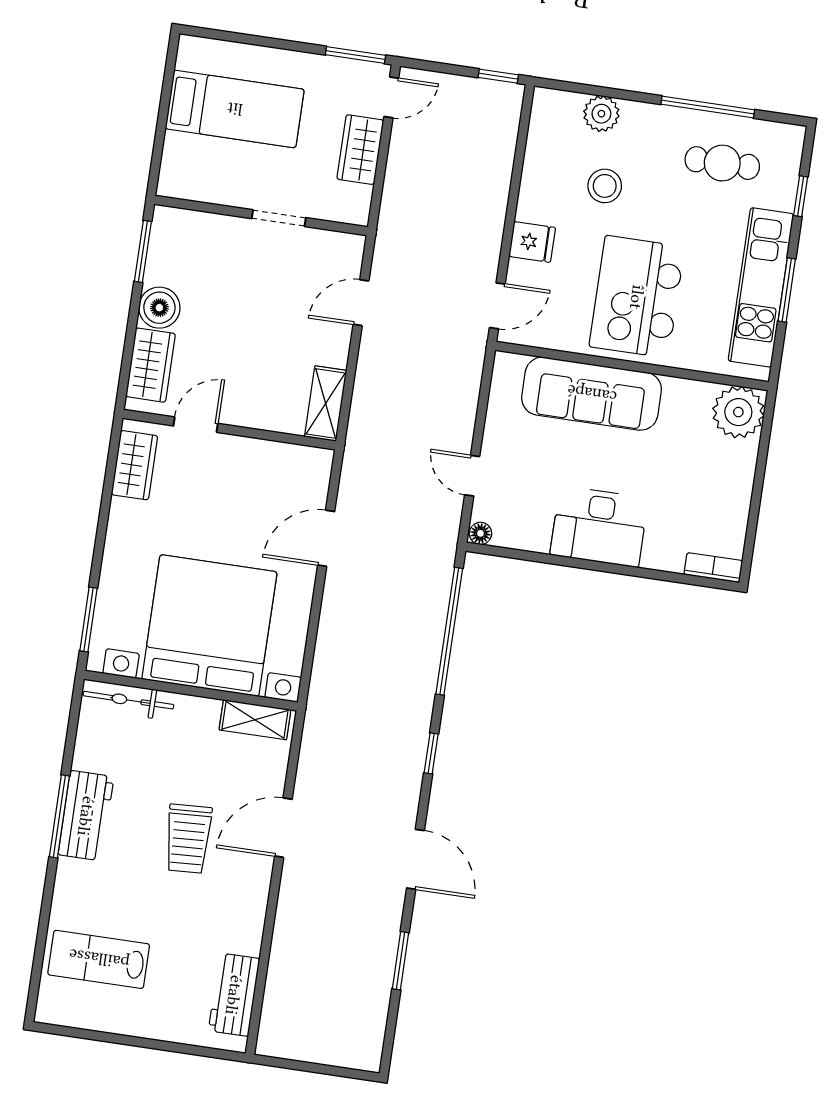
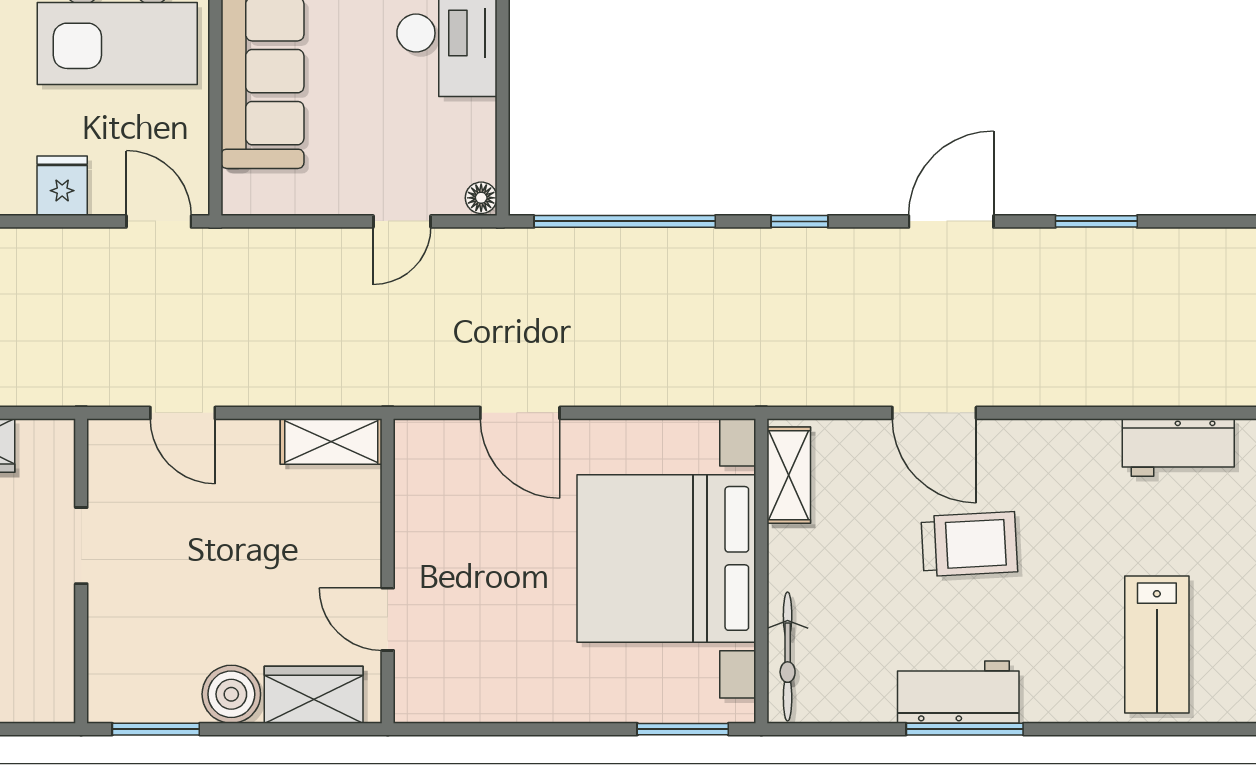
wardrobe: (134, 465) -> (457, 697), removed

